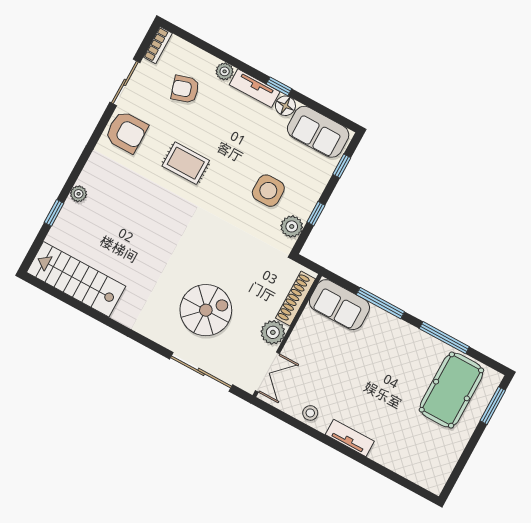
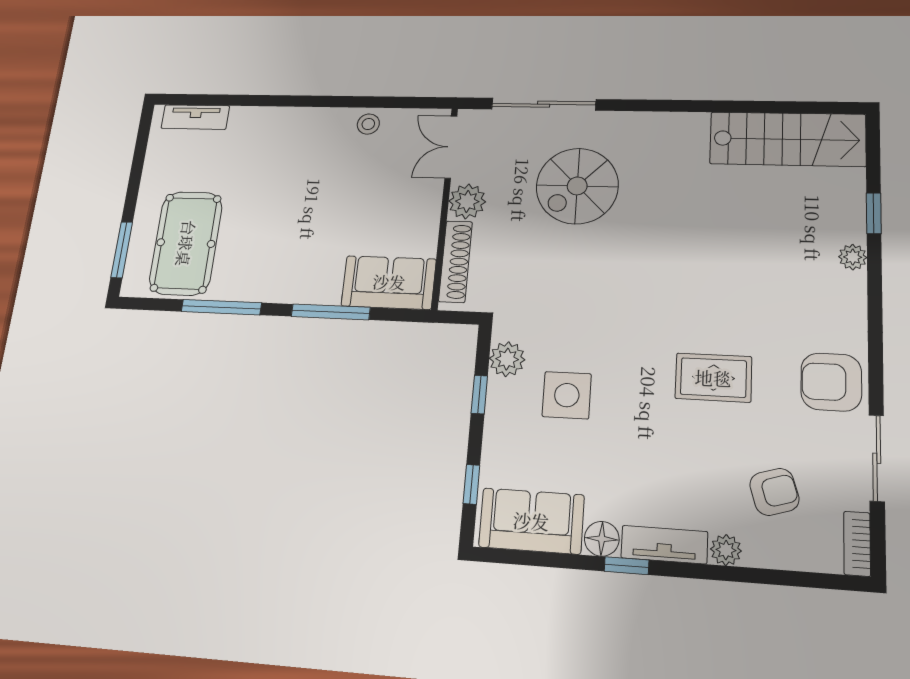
tv unit: (350, 438) -> (195, 117), moved

